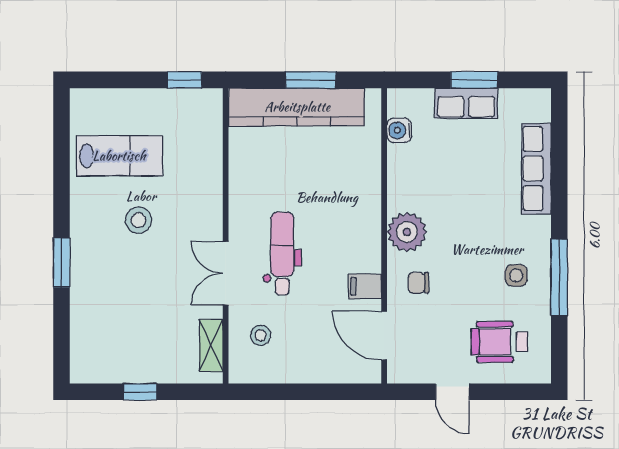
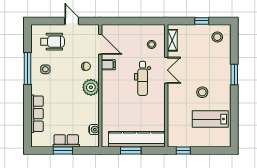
stool: (102, 353) -> (217, 37), added

